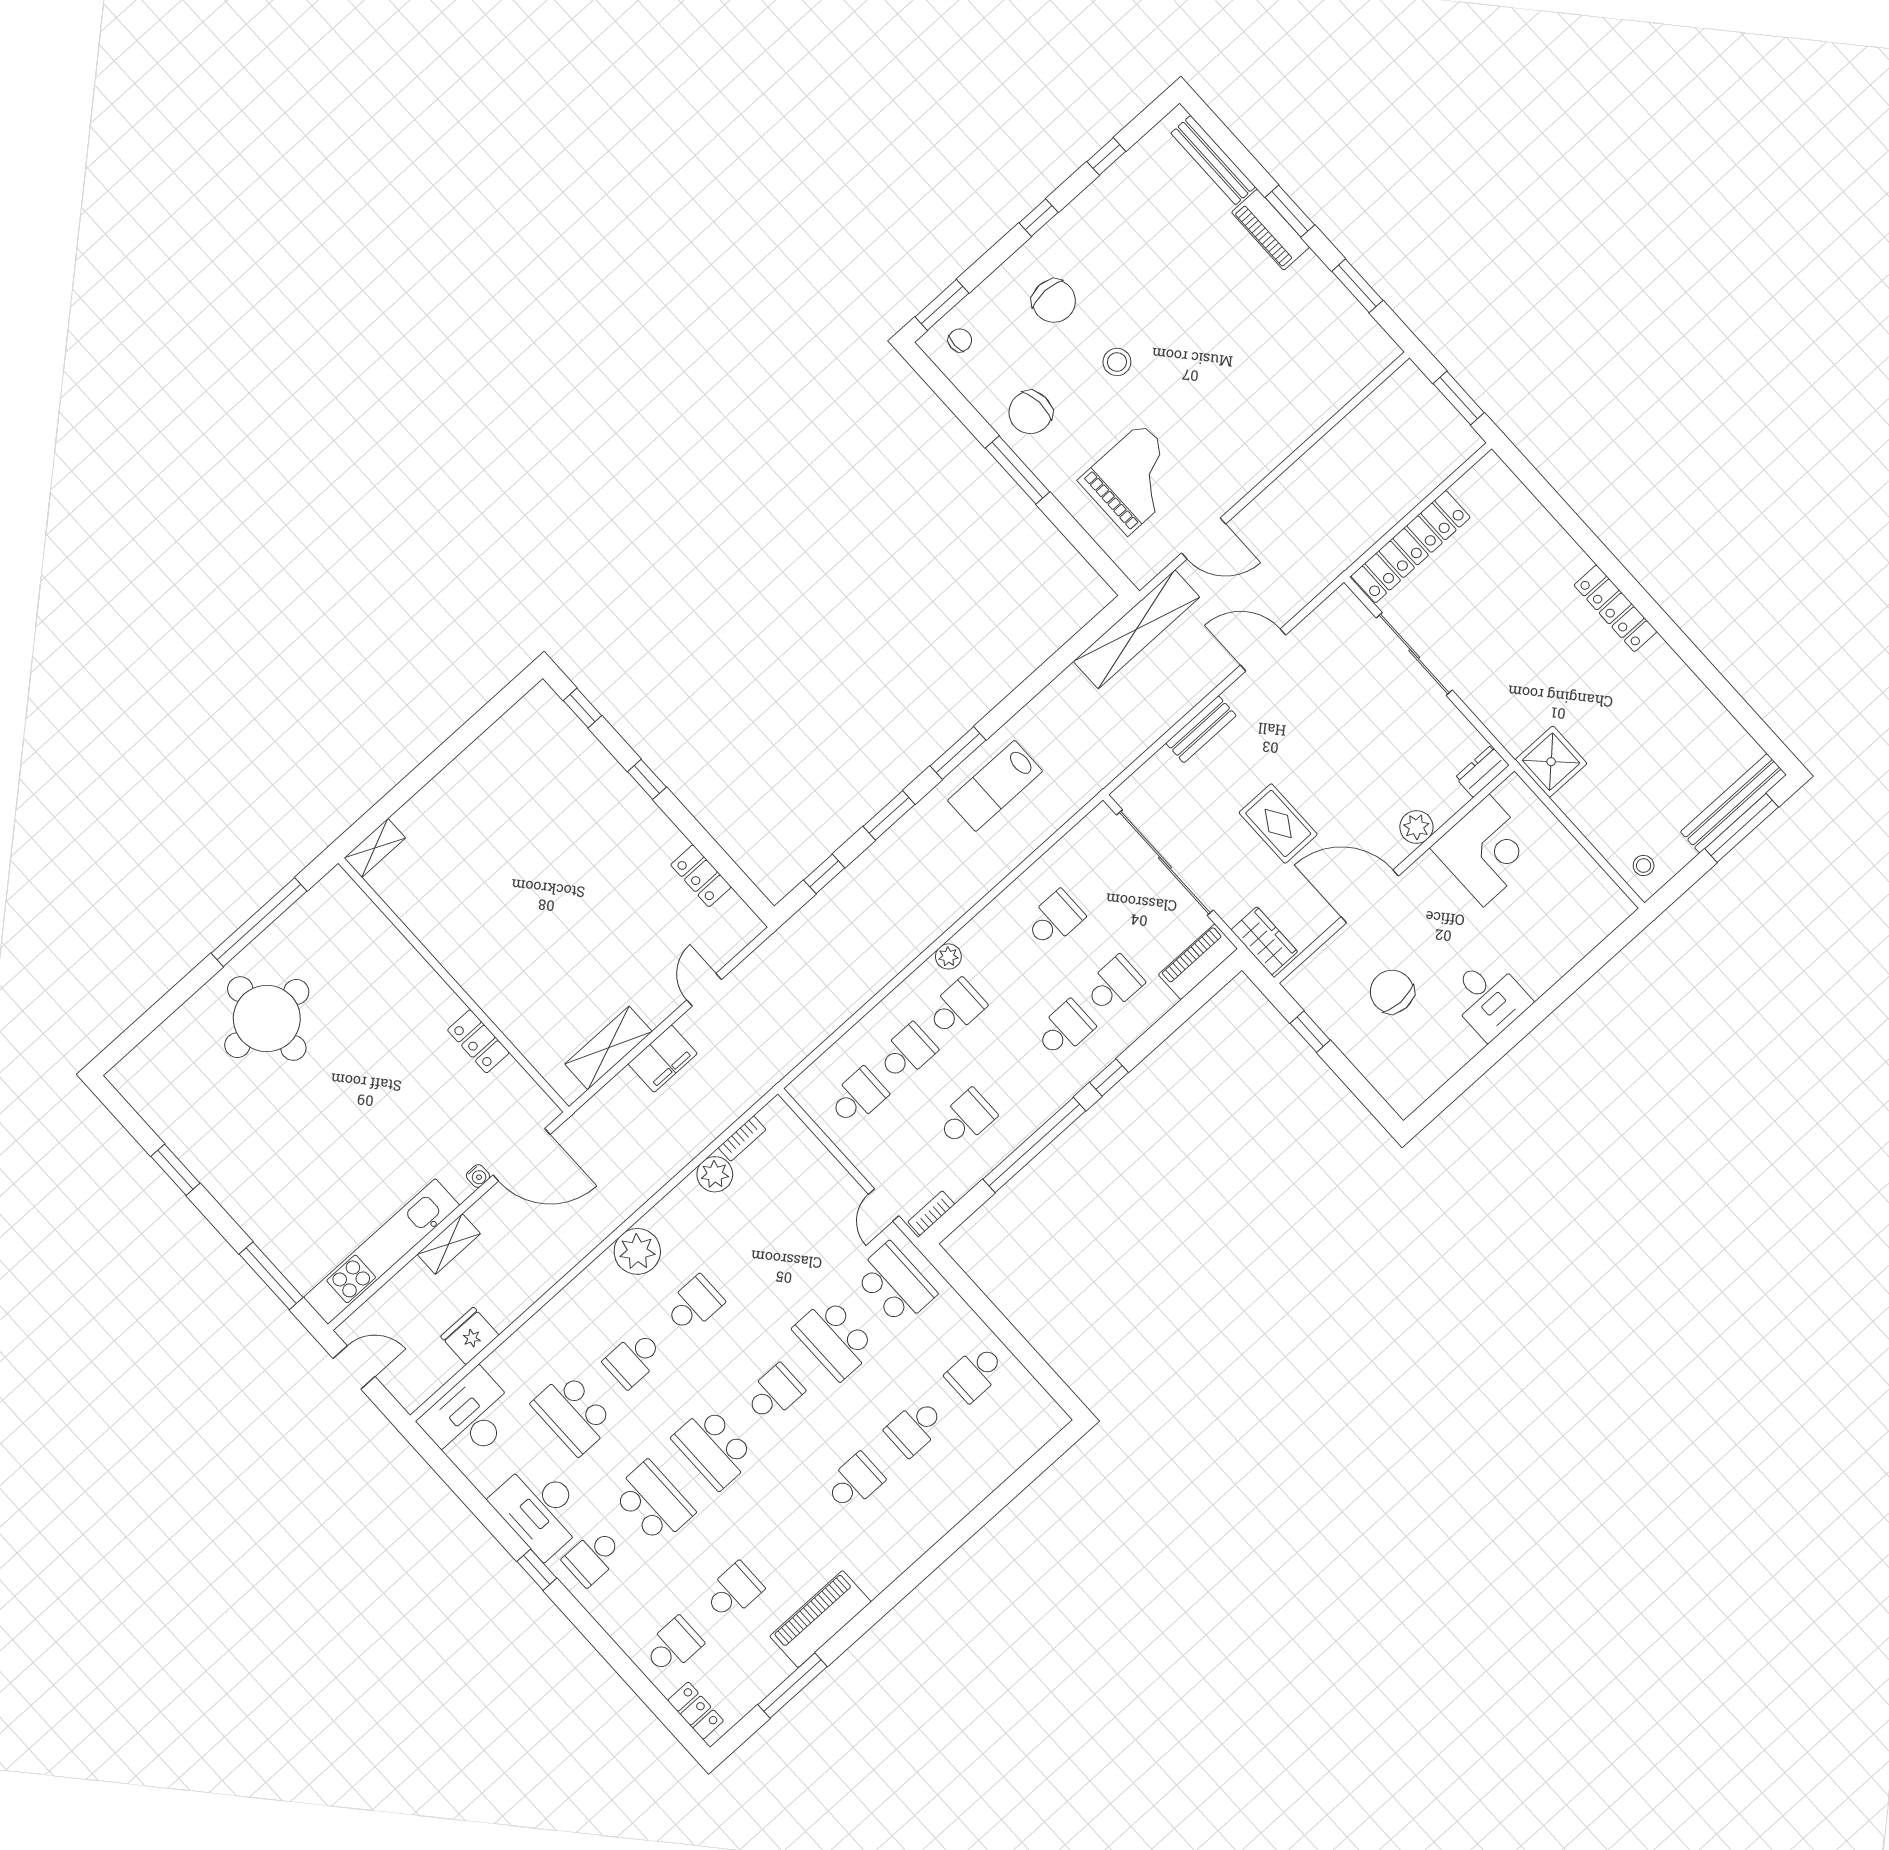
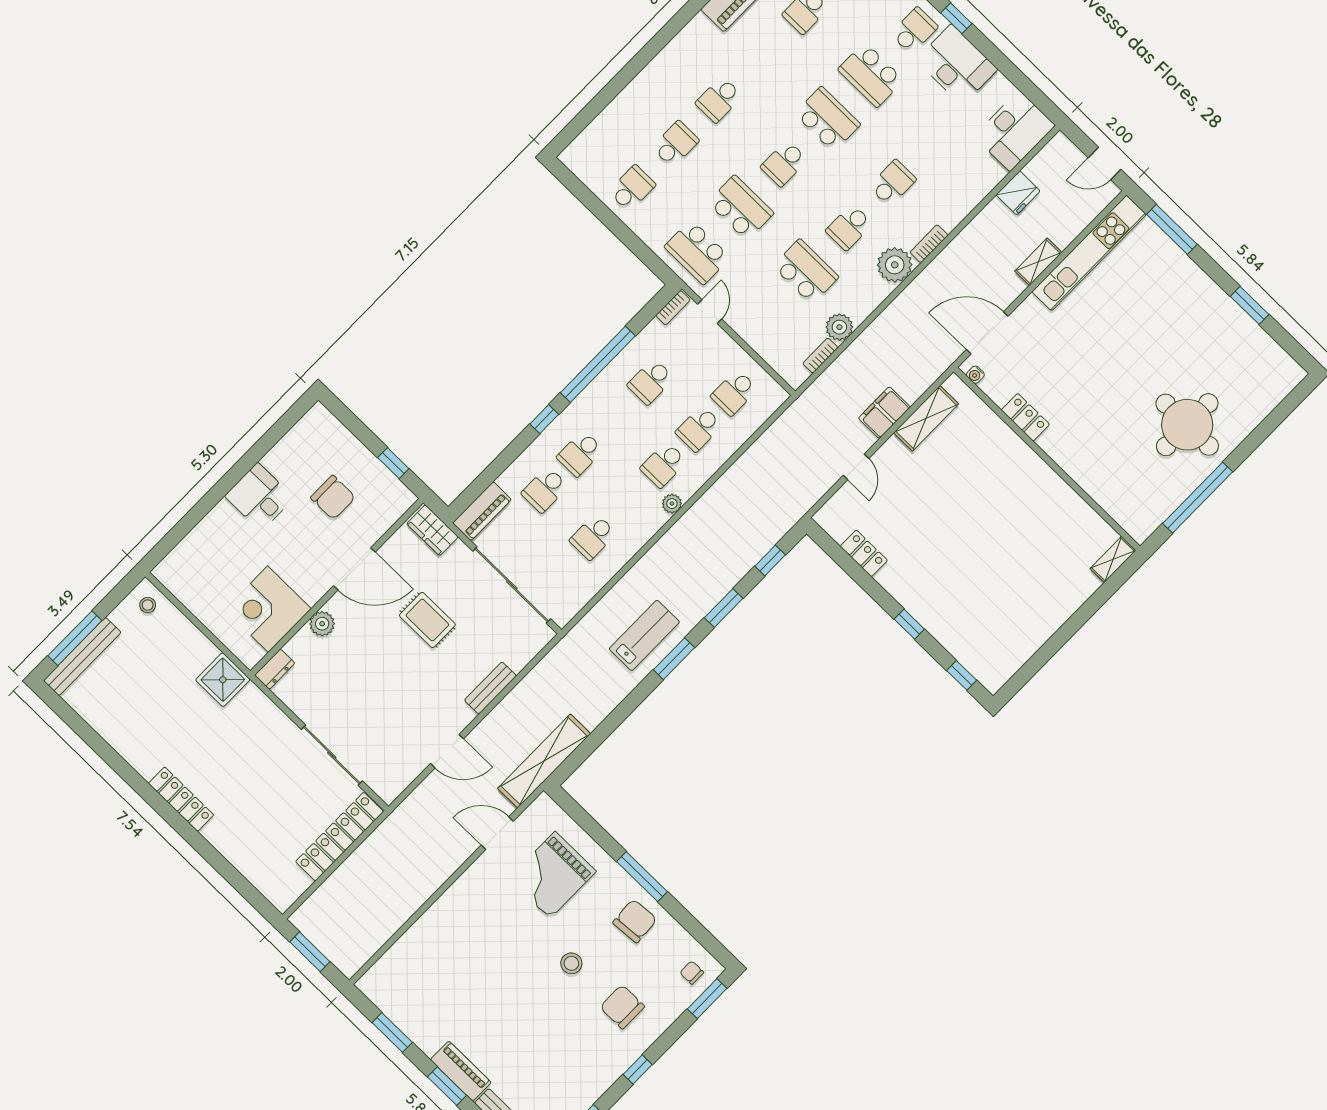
chair: (960, 340) -> (692, 973), turned 90
water cooler: (478, 1176) -> (975, 375), moved, turned -90
bookcase: (591, 1276) -> (929, 244), added
school desk: (573, 1414) -> (806, 272), moved

